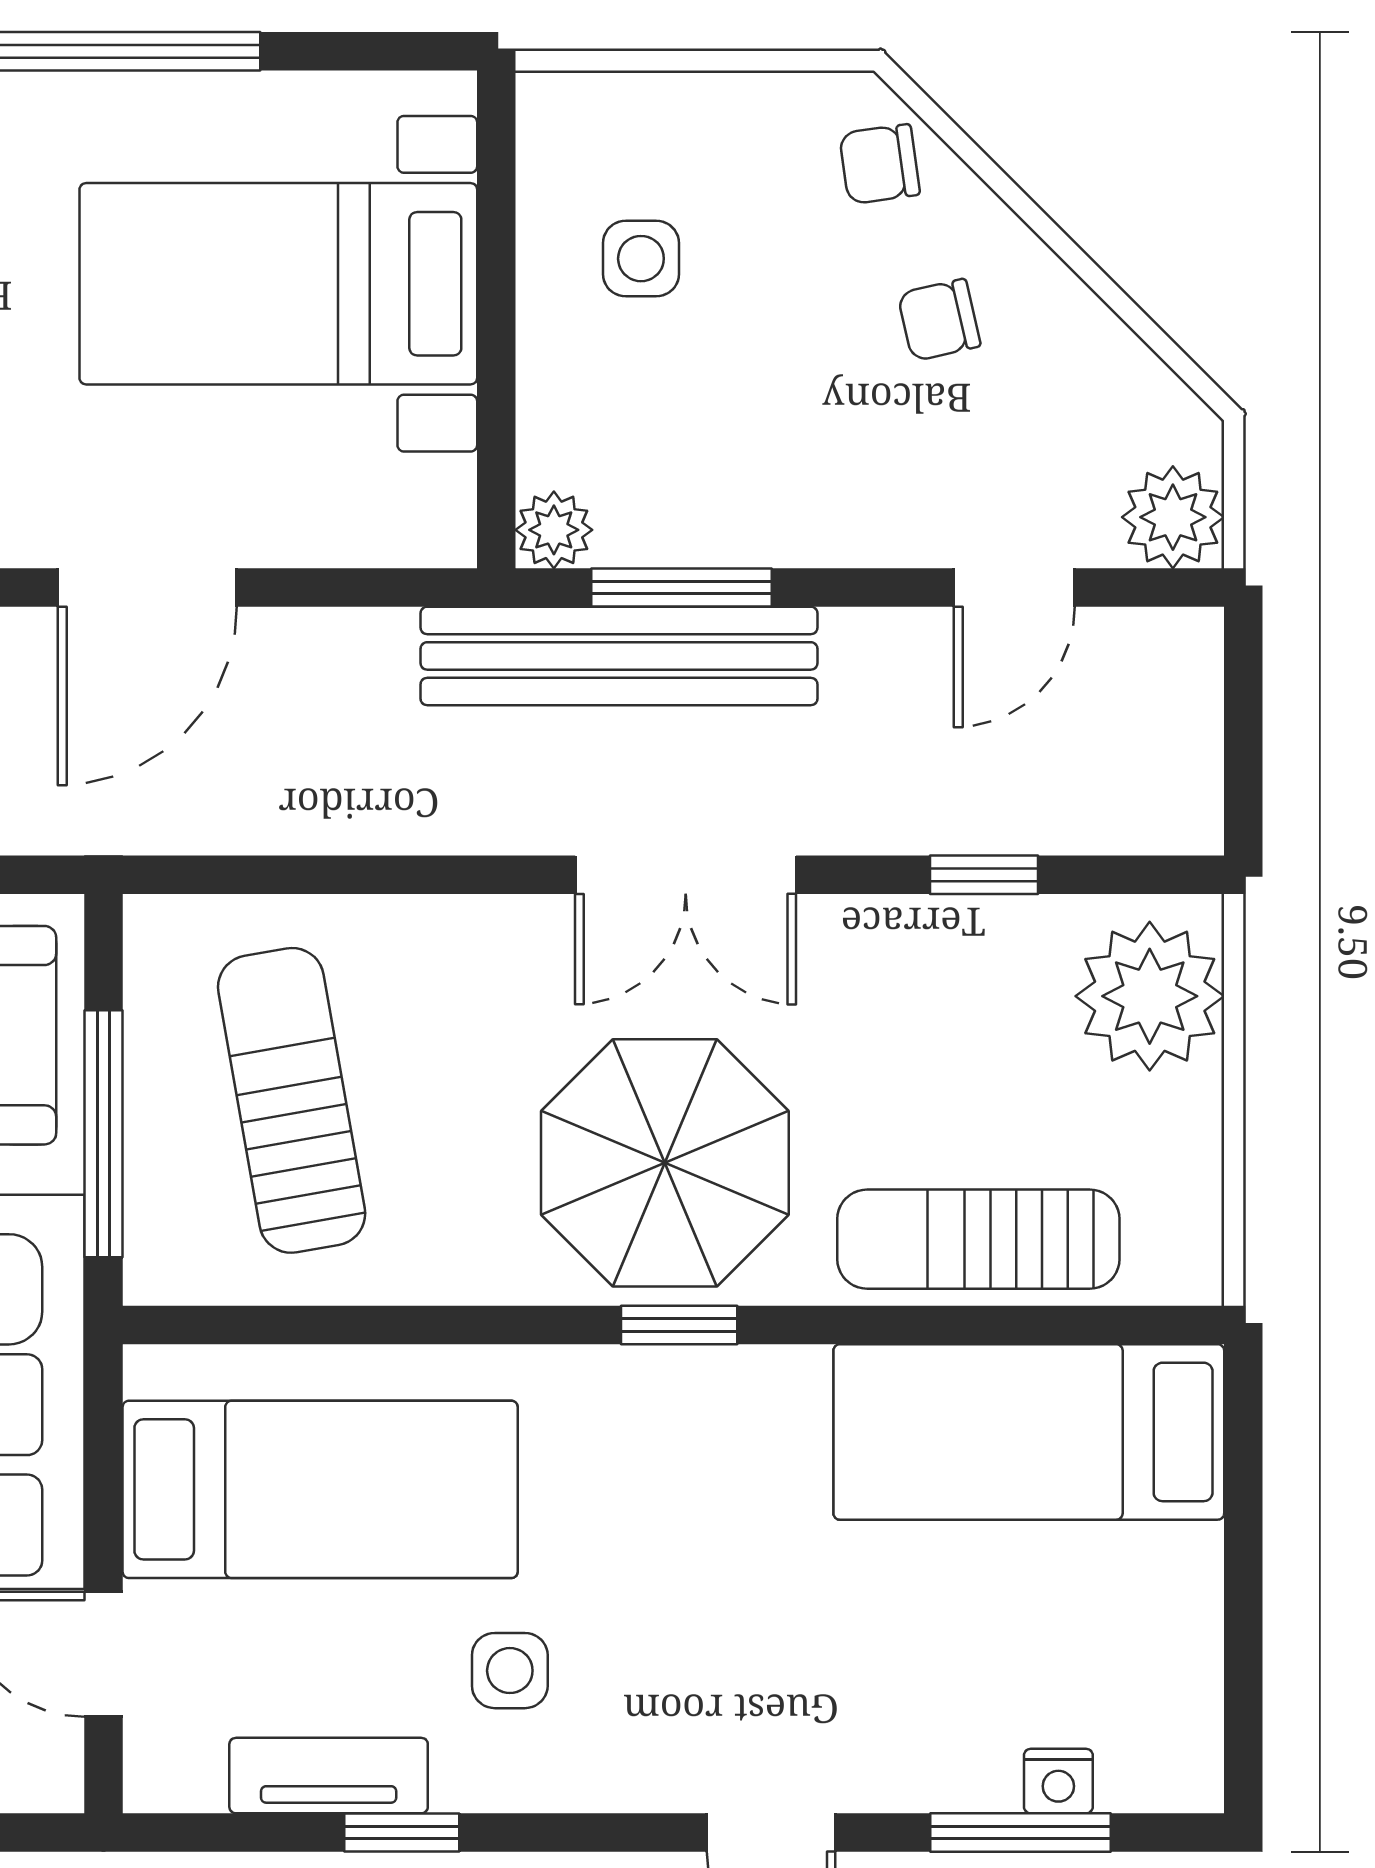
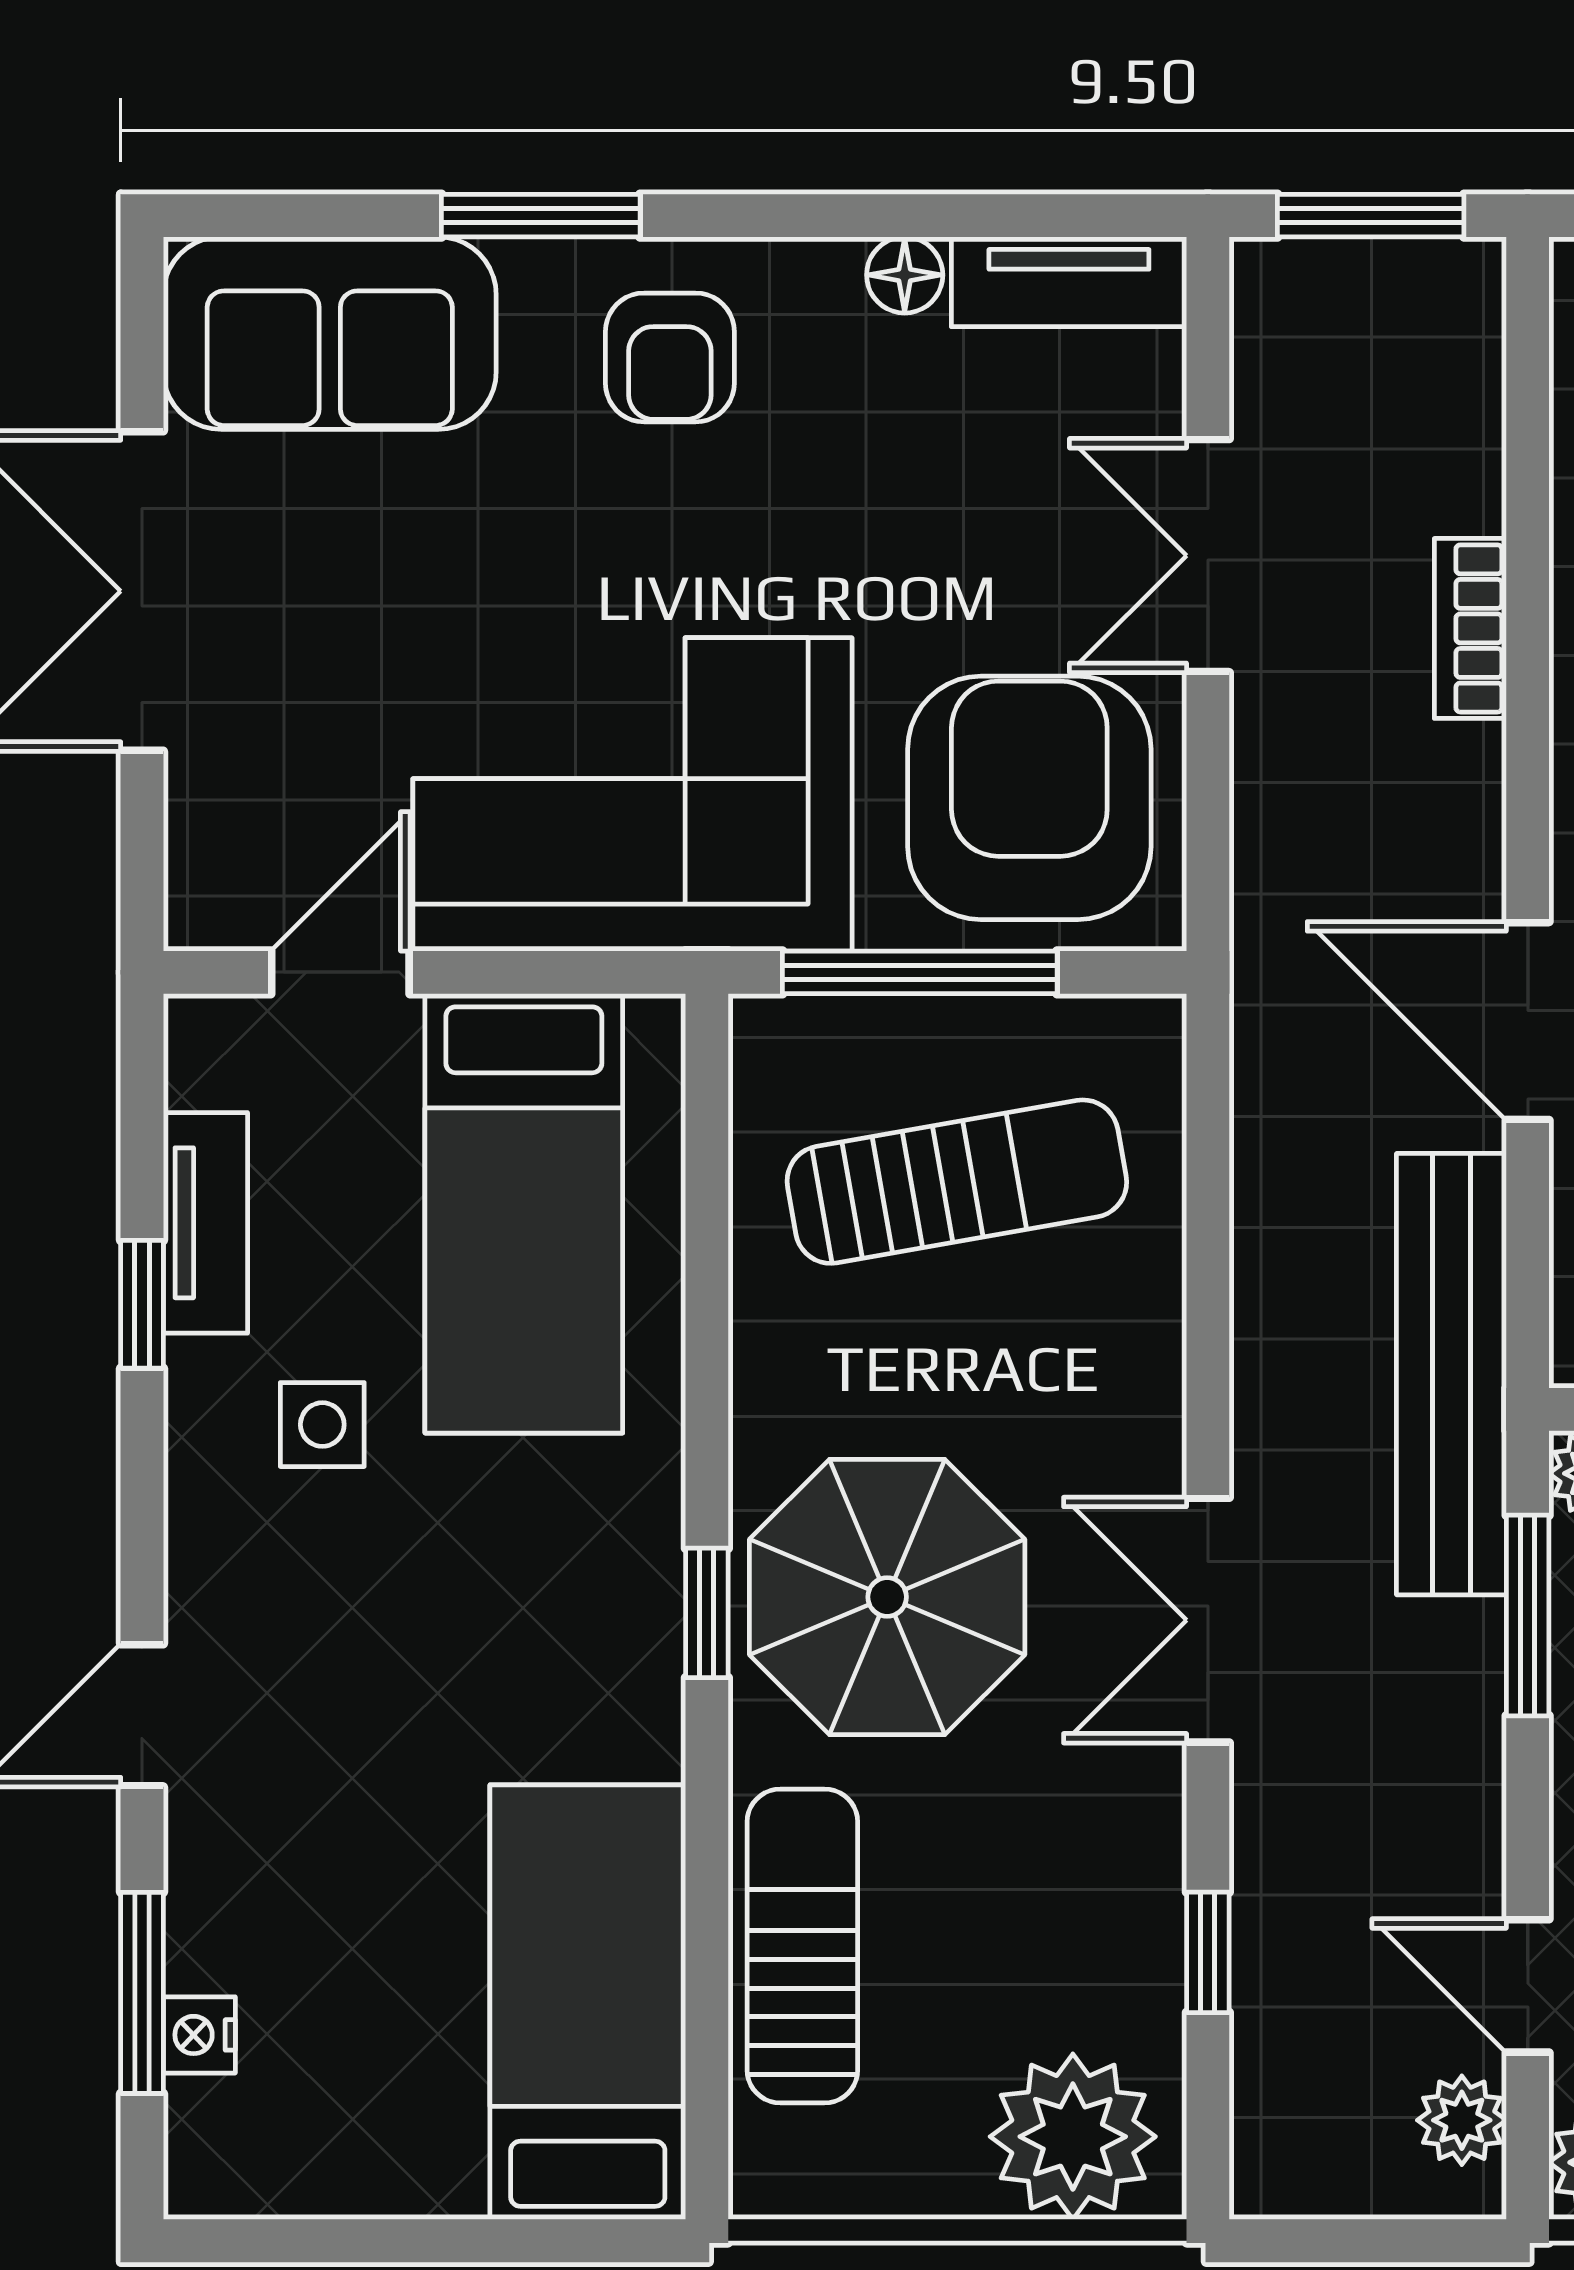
plant: (1135, 647) -> (1462, 2120), added
bench: (619, 656) -> (1451, 1374), moved

